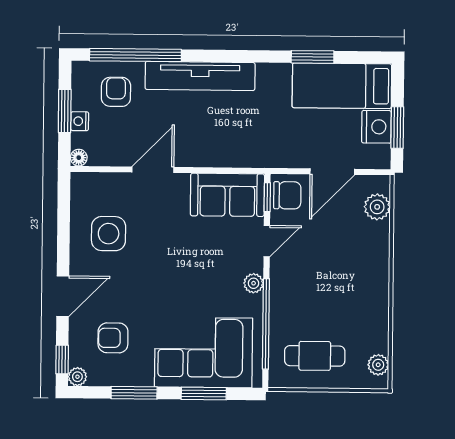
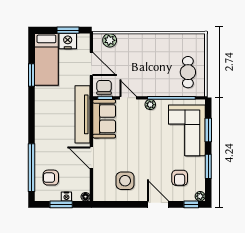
tv unit: (200, 76) -> (83, 114), moved, turned 180
plant: (378, 365) -> (192, 39), removed

